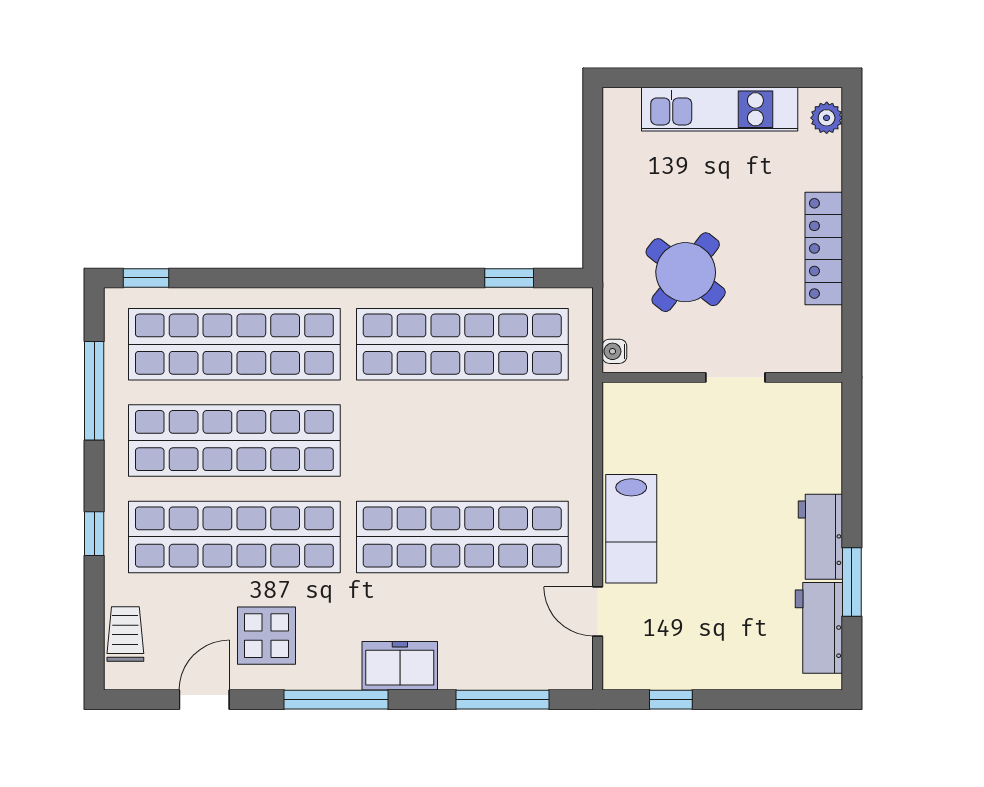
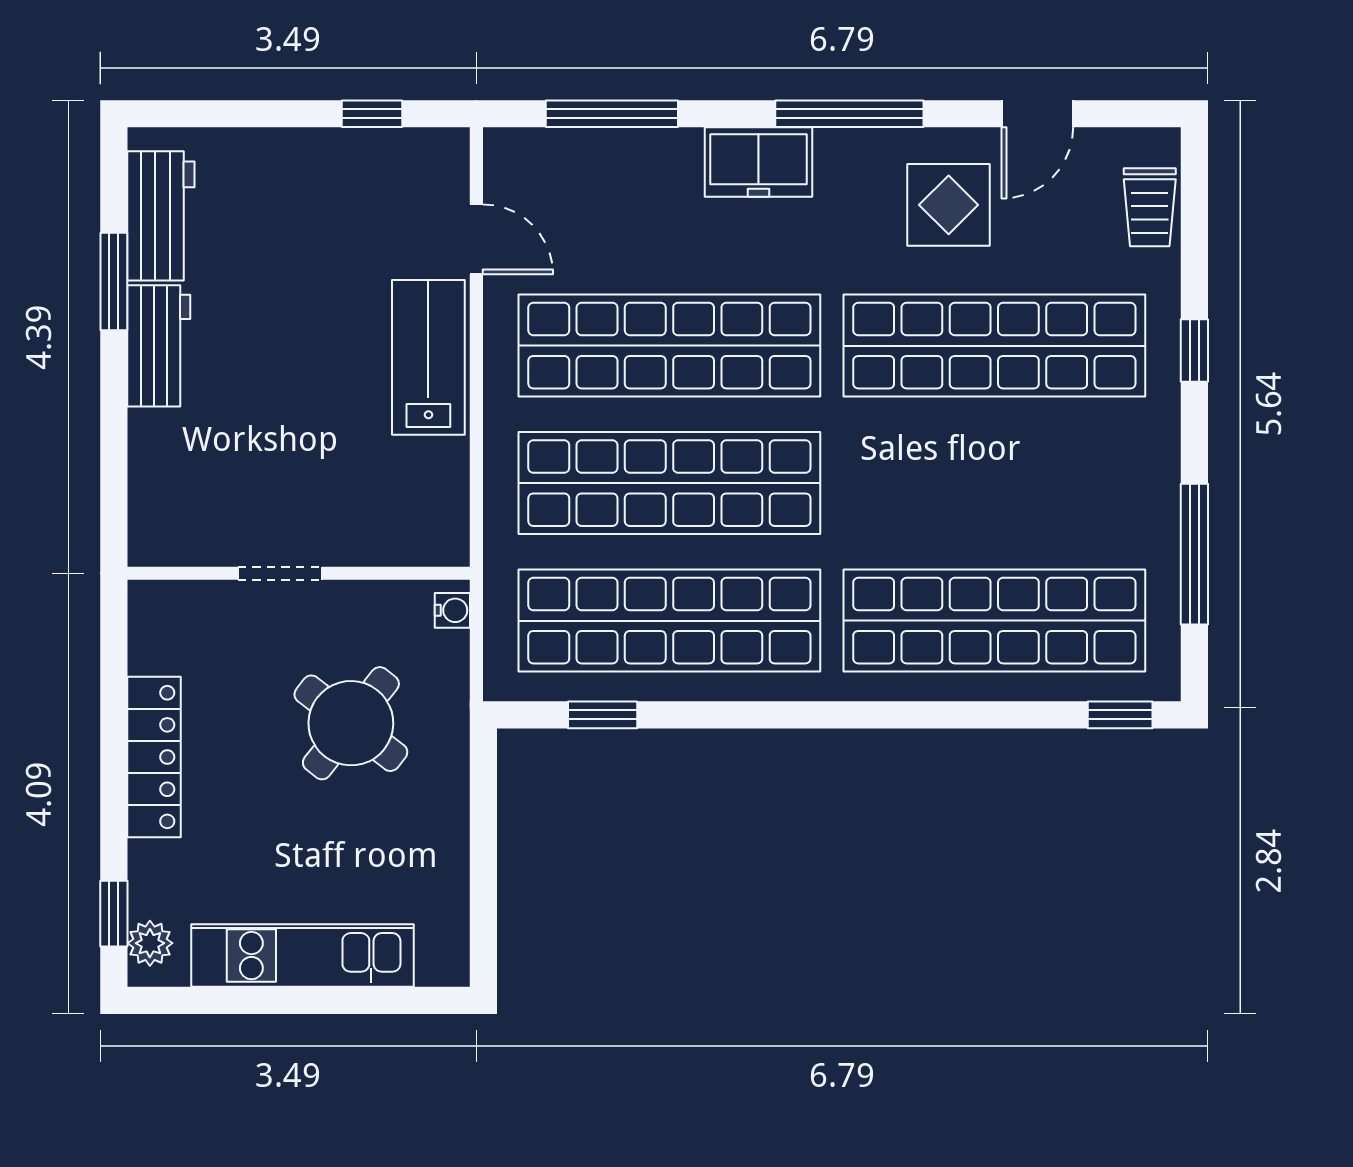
window: (852, 139) -> (114, 914), added
shop shelf: (234, 441) -> (669, 483), moved

